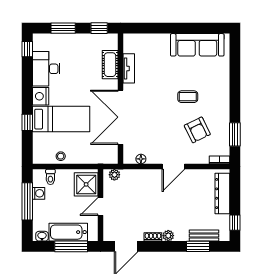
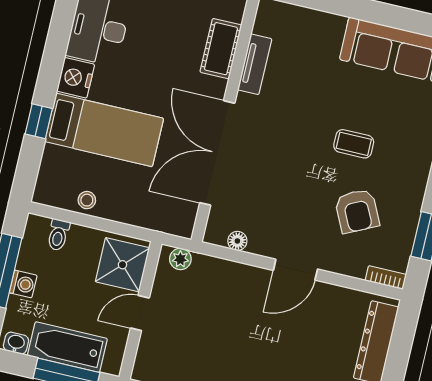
washing machine: (39, 193) -> (23, 284), moved

